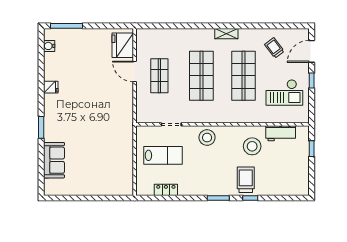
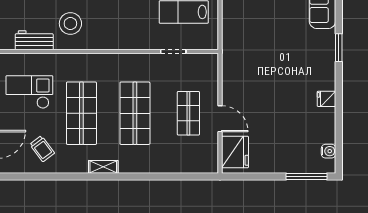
stool: (207, 138) -> (128, 35), removed

